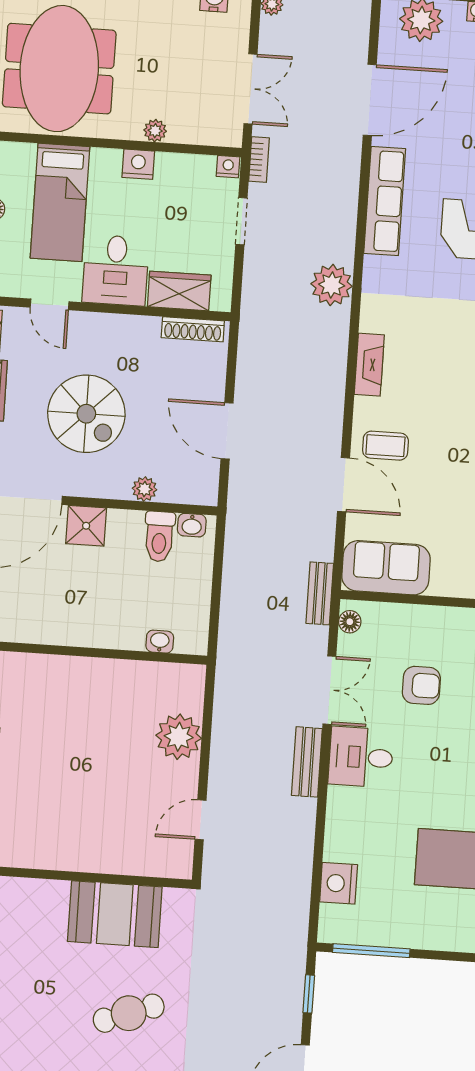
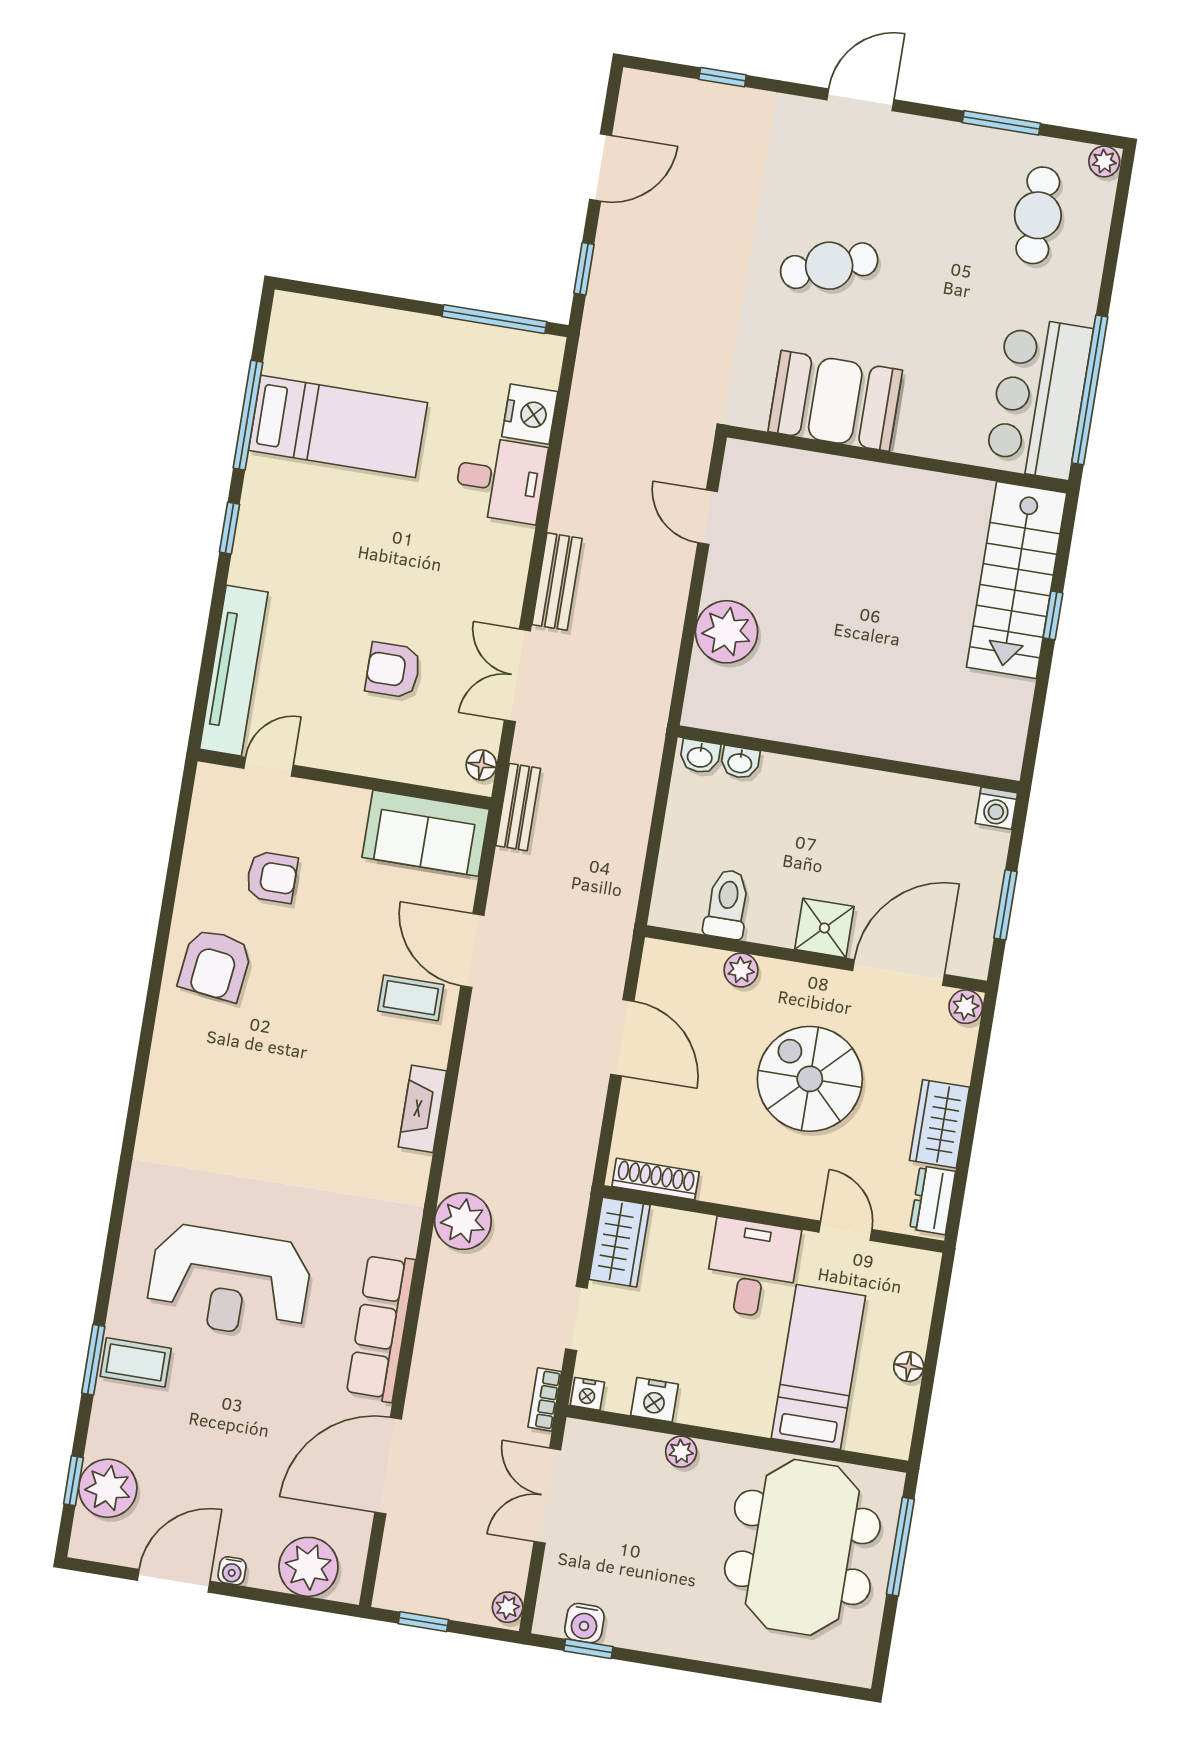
nightstand: (138, 164) -> (655, 1400), moved
wardrobe: (179, 291) -> (620, 1242), moved, turned -90
washbasin: (192, 525) -> (700, 756), moved, turned 180
desk: (361, 757) -> (500, 479), moved
door: (201, 820) -> (708, 517), swing flipped

